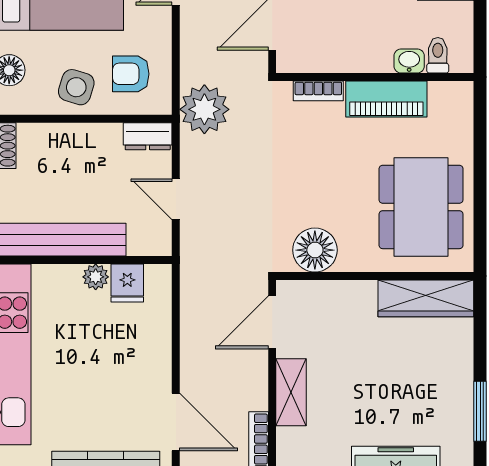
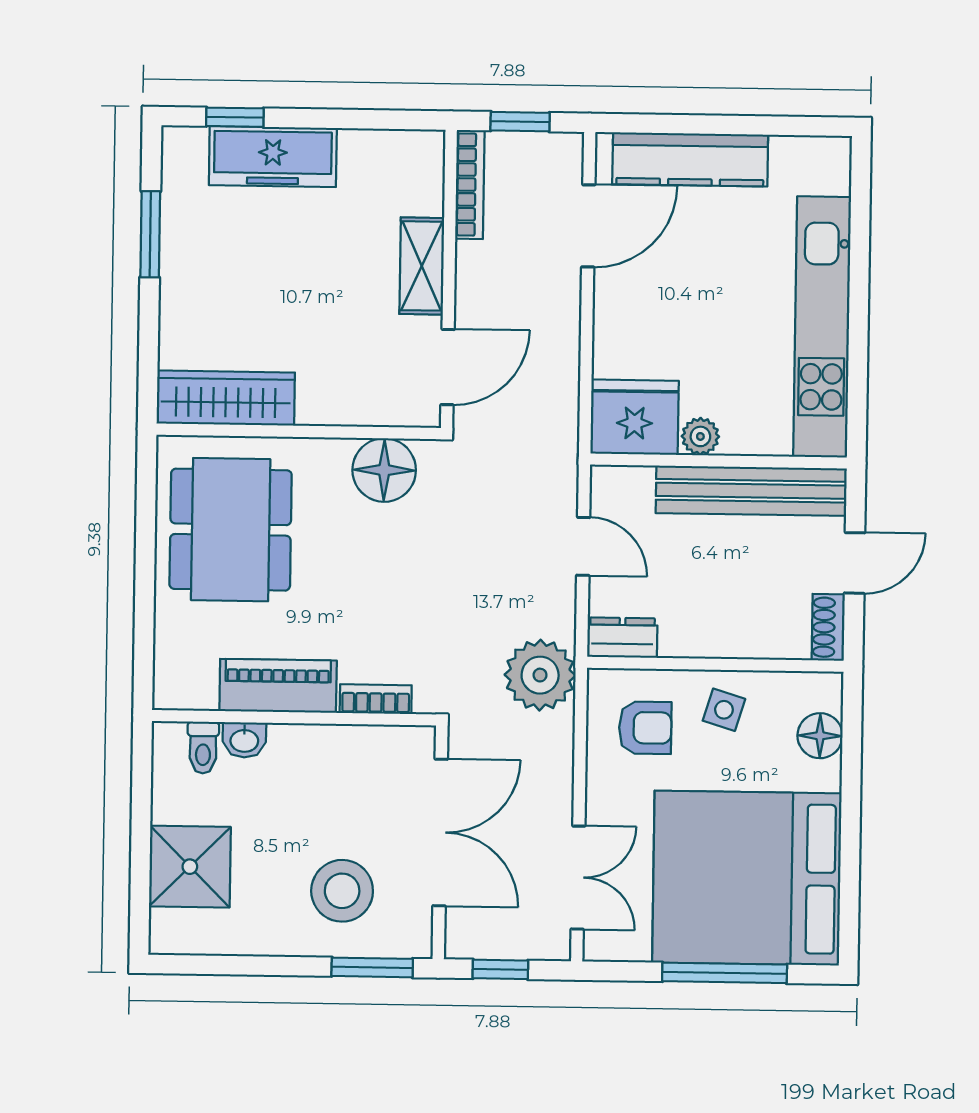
side table: (76, 87) -> (724, 710), width x0.73, depth x0.73
fridge: (127, 283) -> (634, 417), width x1.88, depth x1.34
door: (176, 422) -> (588, 226), swing flipped

